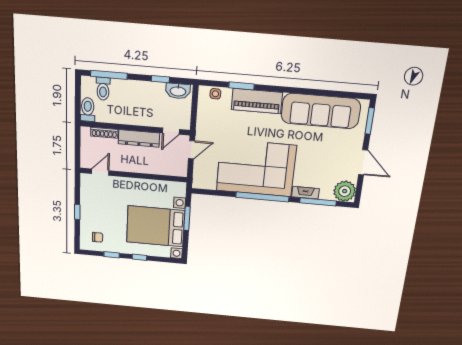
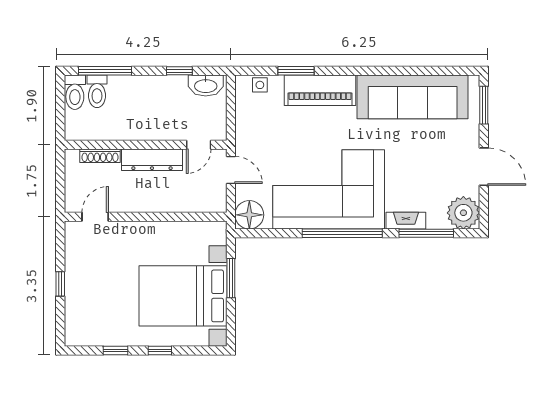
toilet: (88, 110) -> (75, 92), moved, turned 180
door: (192, 150) -> (231, 170), hinge flipped
floor lamp: (202, 180) -> (249, 215), added
chair: (98, 237) -> (93, 323), removed

